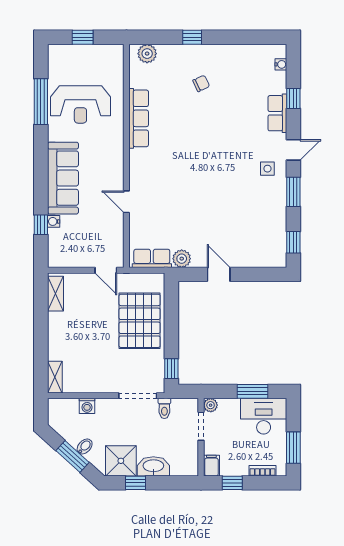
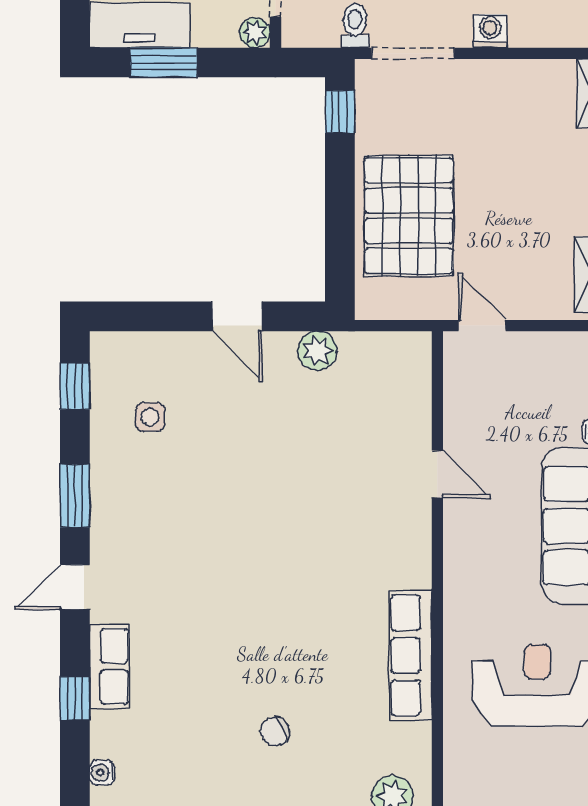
side table: (267, 169) -> (150, 417), moved
row of seats: (152, 258) -> (382, 351), removed
washing machine: (87, 406) -> (490, 31), moved

